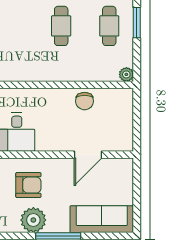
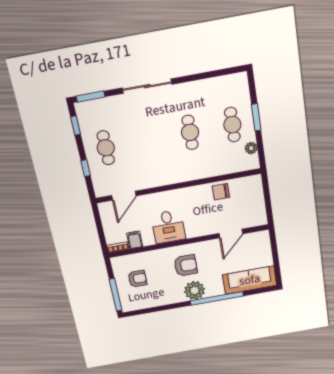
plant: (126, 74) -> (251, 148), moved
chair: (85, 101) -> (221, 192), turned 90
window: (58, 236) -> (217, 298), width x1.46

